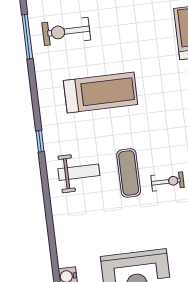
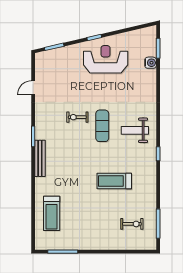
exercise bike: (66, 31) -> (132, 224), width x0.73, depth x0.72
treadmill: (101, 93) -> (114, 181), width x0.73, depth x0.73

